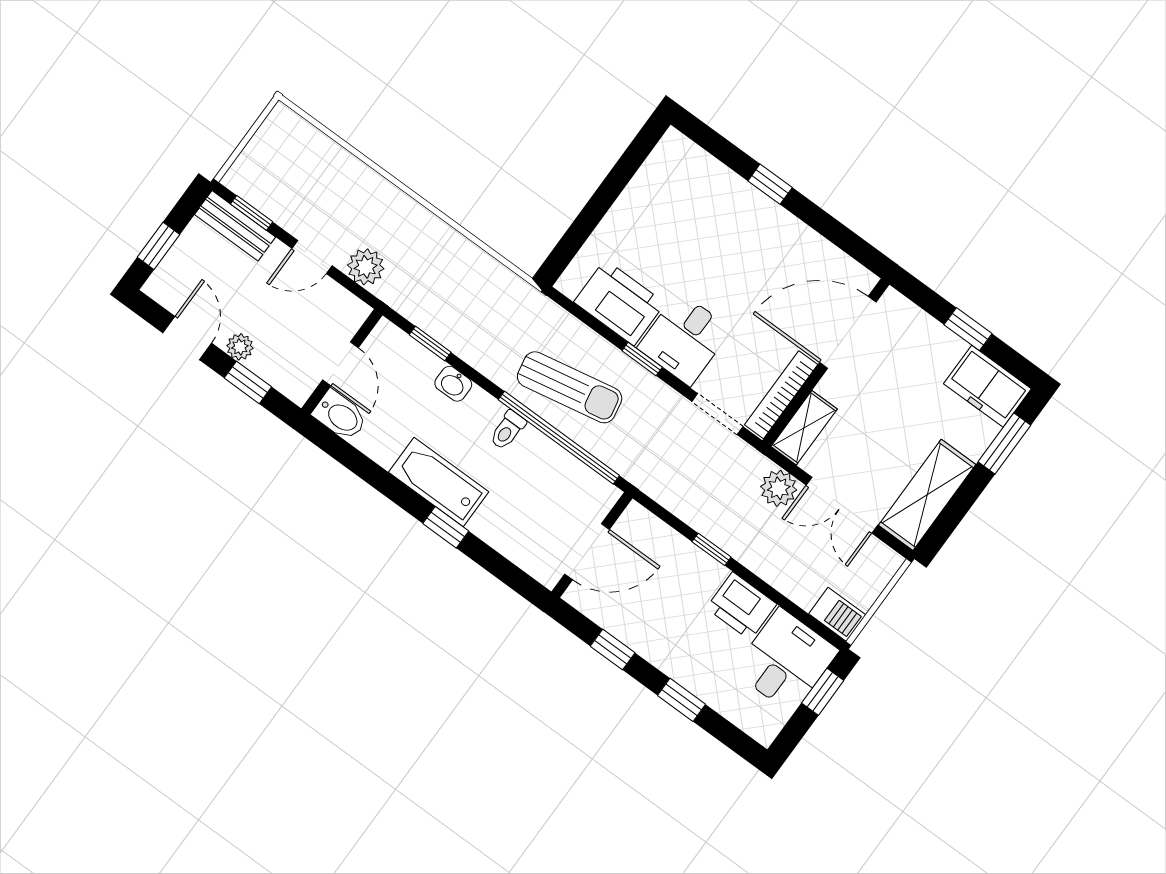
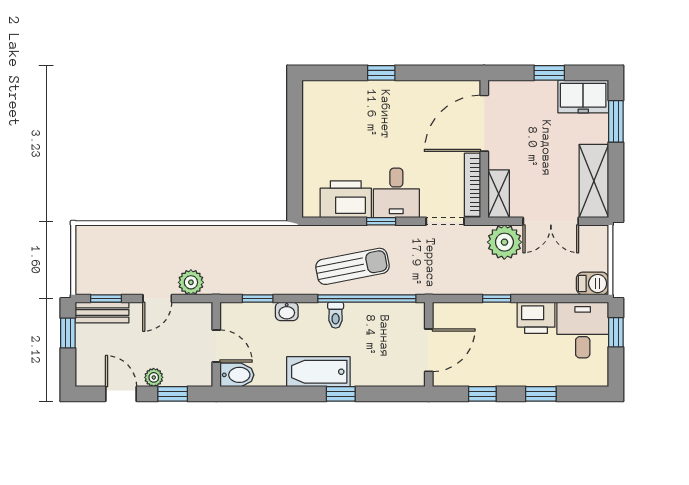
window: (159, 246) -> (68, 333), moved
plant: (779, 488) -> (504, 242), width x1.36, depth x1.36

